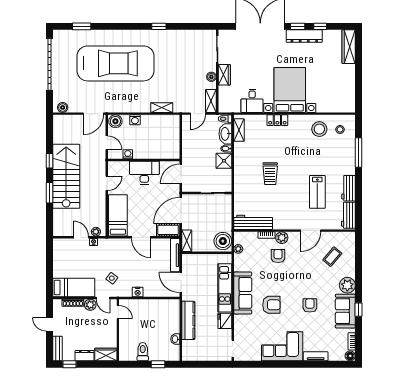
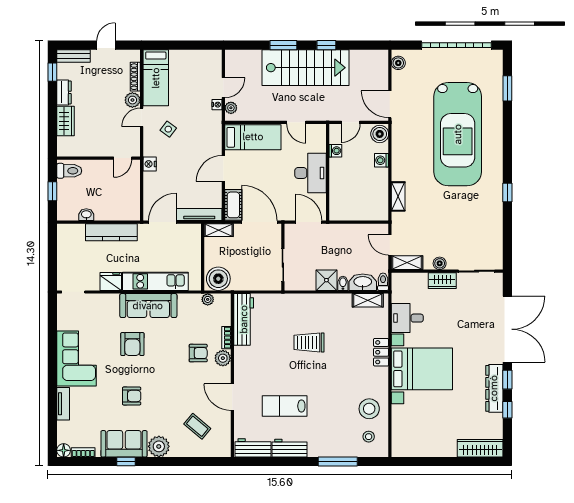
door: (118, 312) -> (123, 158), moved
wall: (118, 330) -> (98, 158), moved

